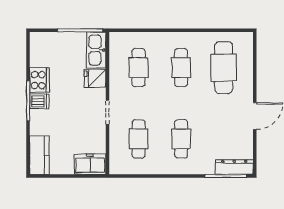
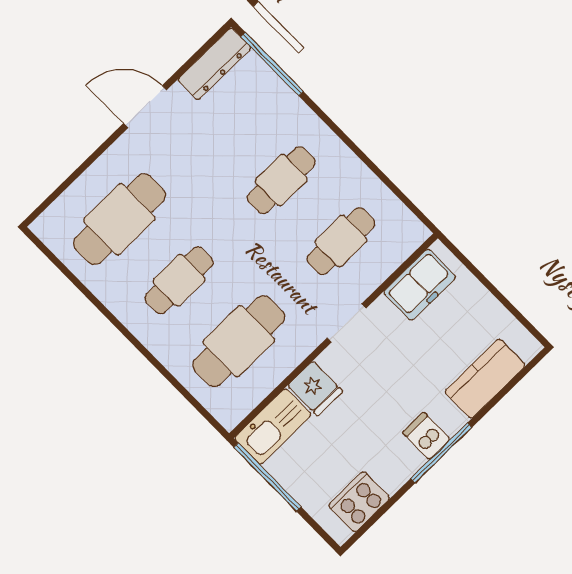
cafe table: (139, 68) -> (239, 341), width x1.37, depth x1.35
cooker: (39, 80) -> (359, 502), moved
kitchen counter: (39, 155) -> (485, 379), moved
freezer: (90, 164) -> (420, 285), moved, turned -90
dresser: (234, 167) -> (214, 64), moved, turned -90

